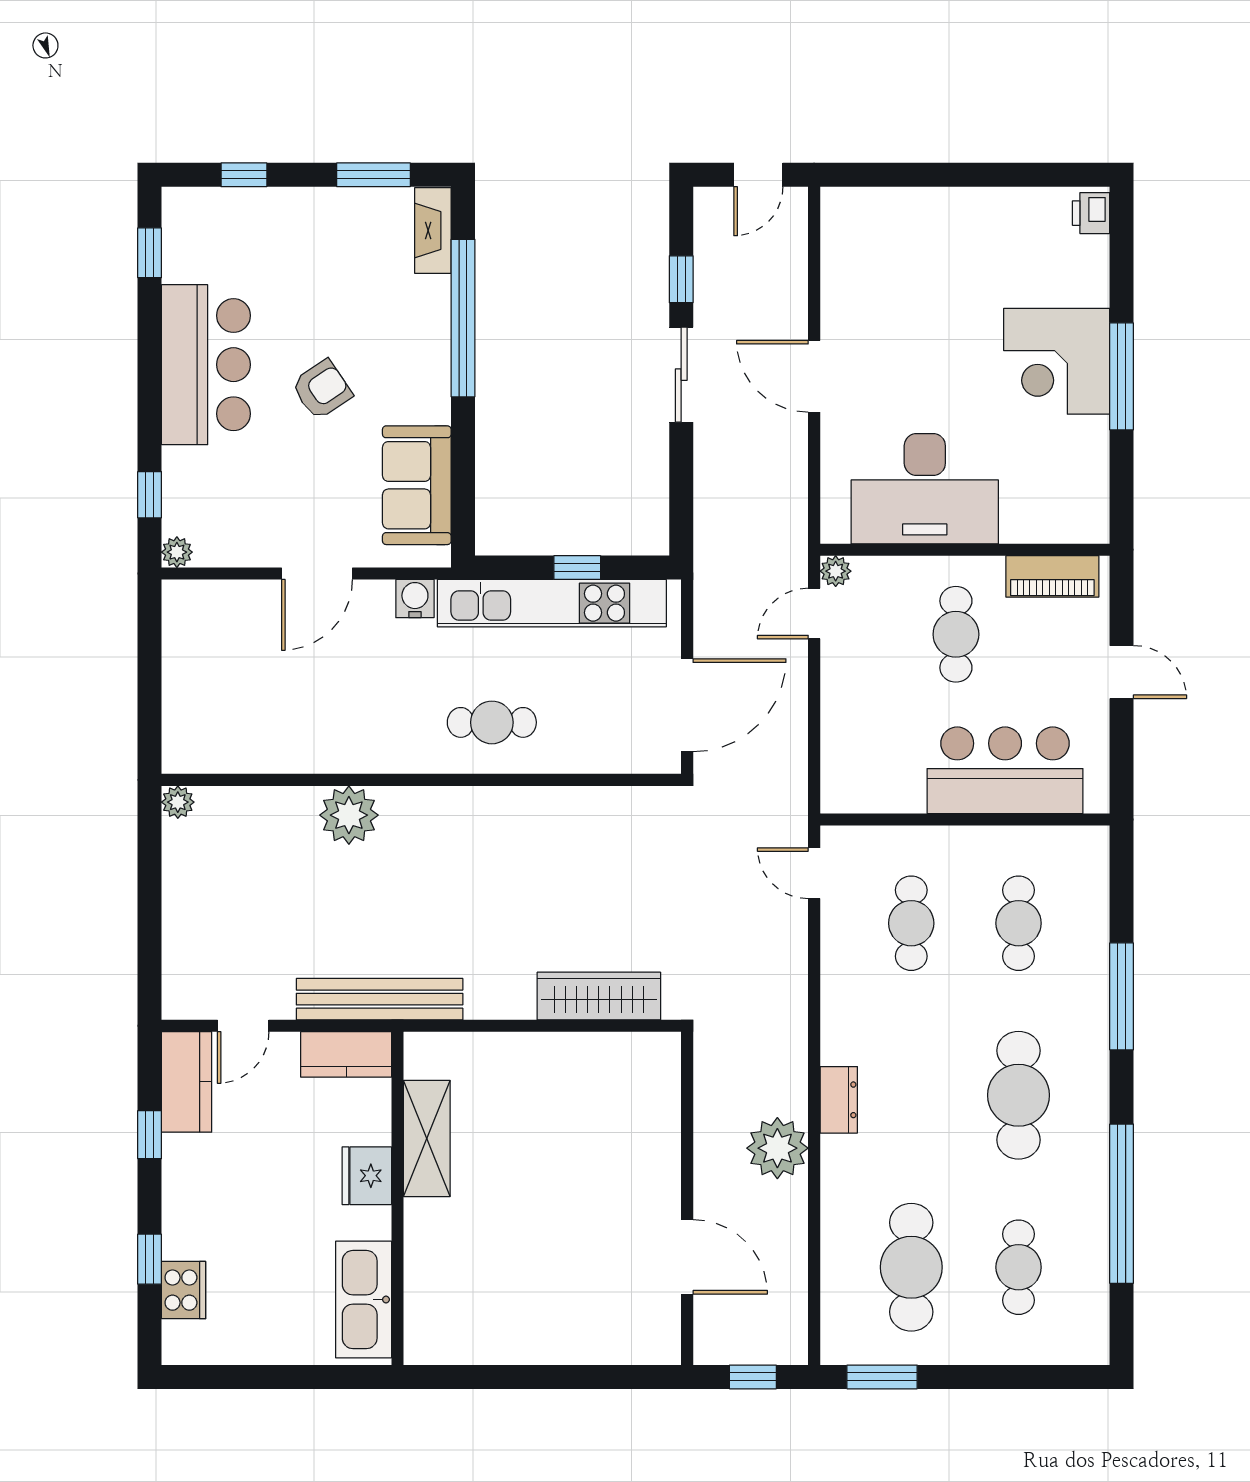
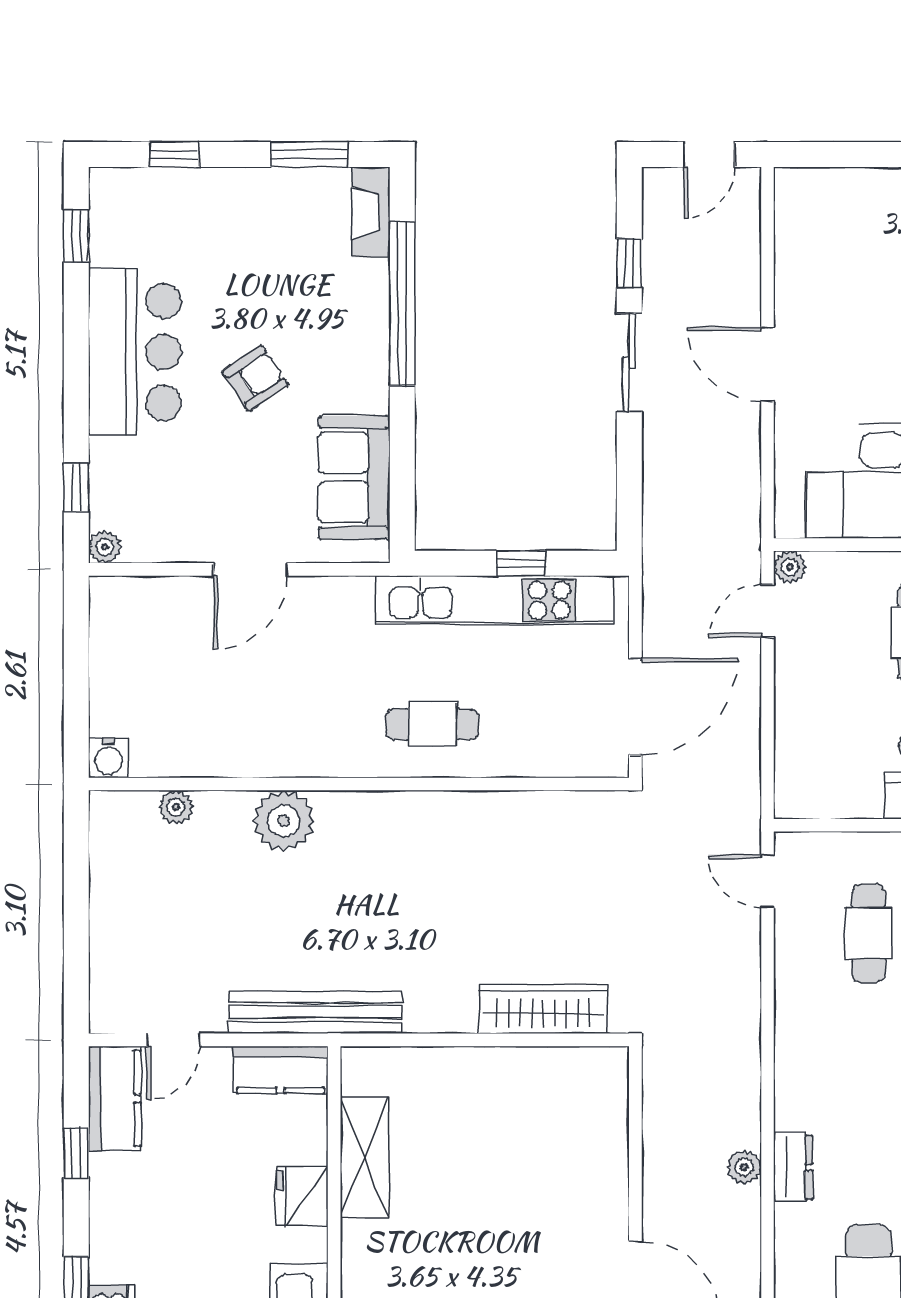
water cooler: (415, 599) -> (108, 758), moved, turned 180
plant: (178, 802) -> (176, 807), moved
dresser: (839, 1100) -> (793, 1167), moved
plant: (777, 1148) -> (744, 1167), width x0.53, depth x0.53

